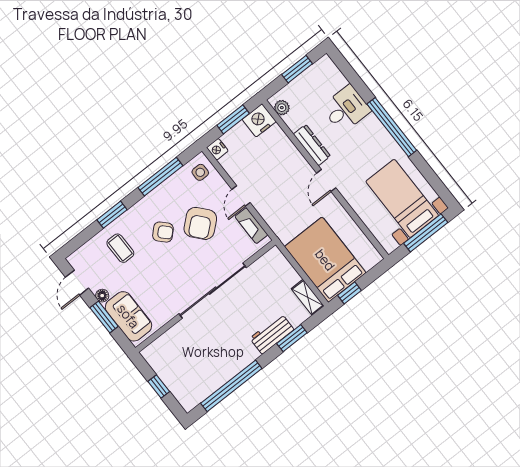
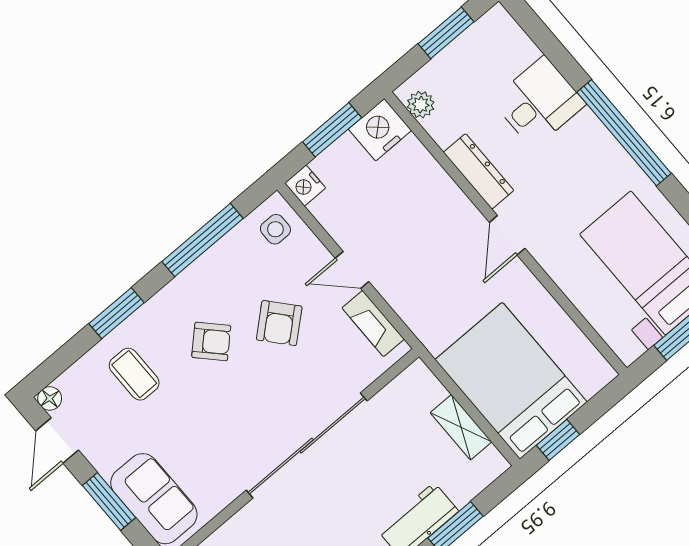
door: (241, 196) -> (352, 270), hinge flipped
armchair: (200, 223) -> (279, 323), width x0.72, depth x0.72
floor lamp: (102, 296) -> (50, 398), moved
shelving: (308, 297) -> (461, 427), moved

